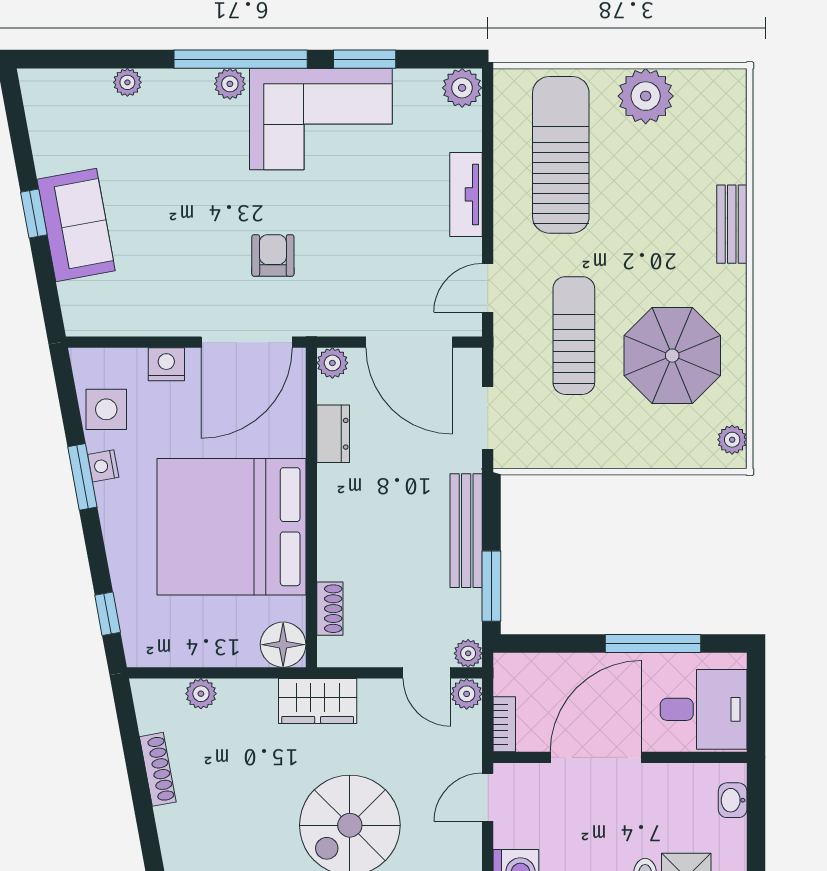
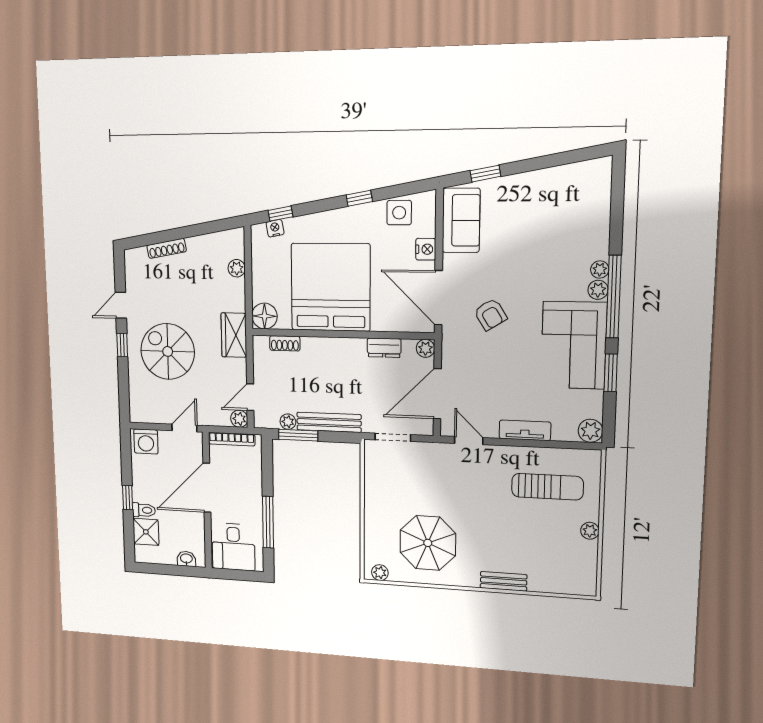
plant: (127, 82) -> (600, 270), moved
plant: (646, 96) -> (590, 531), width x0.53, depth x0.53
sun lounger: (561, 155) -> (547, 487), width x0.73, depth x0.75
window: (34, 213) -> (485, 174), moved
sofa: (76, 225) -> (461, 220), moved, turned -80
armchair: (273, 255) -> (490, 314), turned 58
sun lounger: (574, 336) -> (440, 488), removed
nightstand: (103, 466) -> (275, 228), moved
window: (82, 477) -> (359, 198), width x0.67
plant: (468, 653) -> (288, 422), moved
bookcase: (504, 724) -> (232, 439), width x1.56
door: (596, 757) -> (207, 488), swing flipped
shoe rack: (158, 769) -> (167, 248), moved
door: (488, 797) -> (184, 428), hinge flipped

